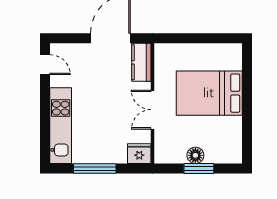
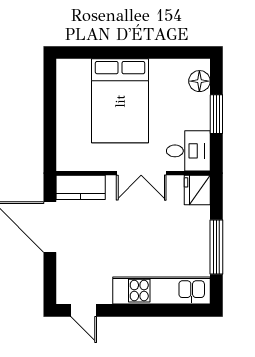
door: (45, 65) -> (84, 310), swing flipped
desk: (170, 147) -> (188, 151), added
floor lamp: (195, 155) -> (199, 81), moved

